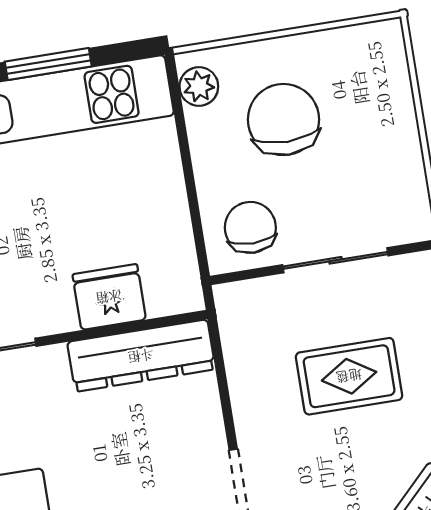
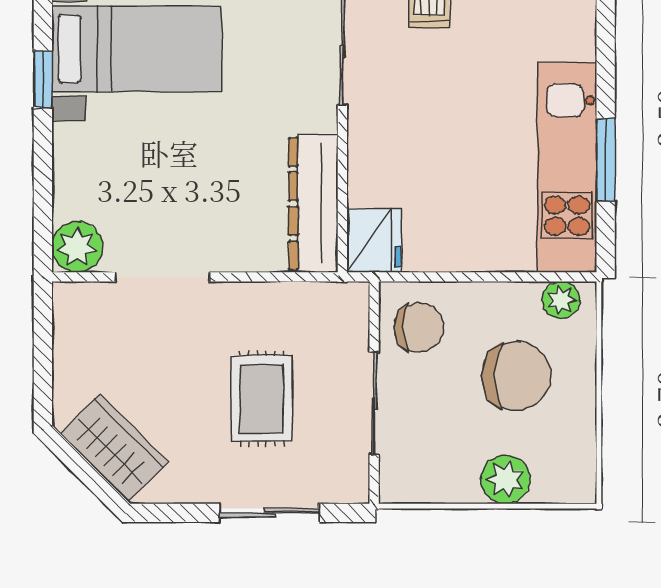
plant: (391, 113) -> (506, 479), added
fridge: (109, 297) -> (374, 241), moved

